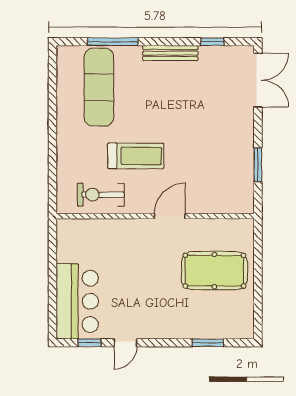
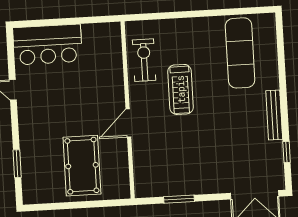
window: (113, 42) -> (281, 63), removed
exercise mat: (99, 87) -> (240, 53), turned 90
door: (170, 216) -> (128, 123), swing flipped
window: (89, 343) -> (11, 58), removed

